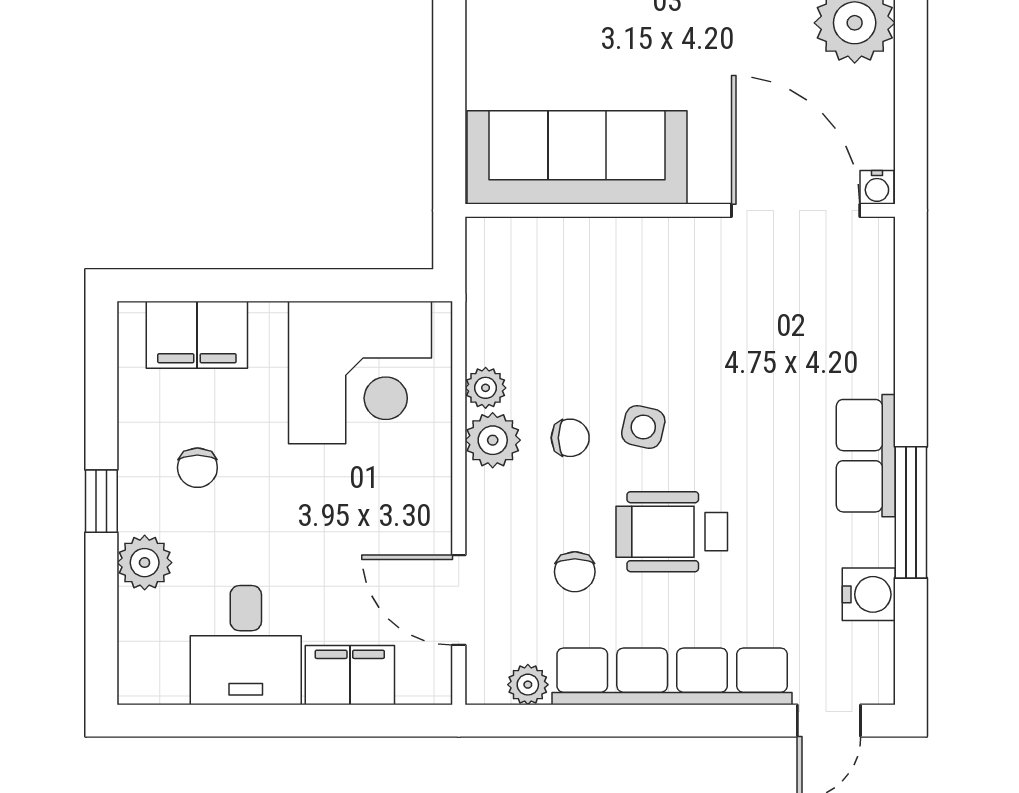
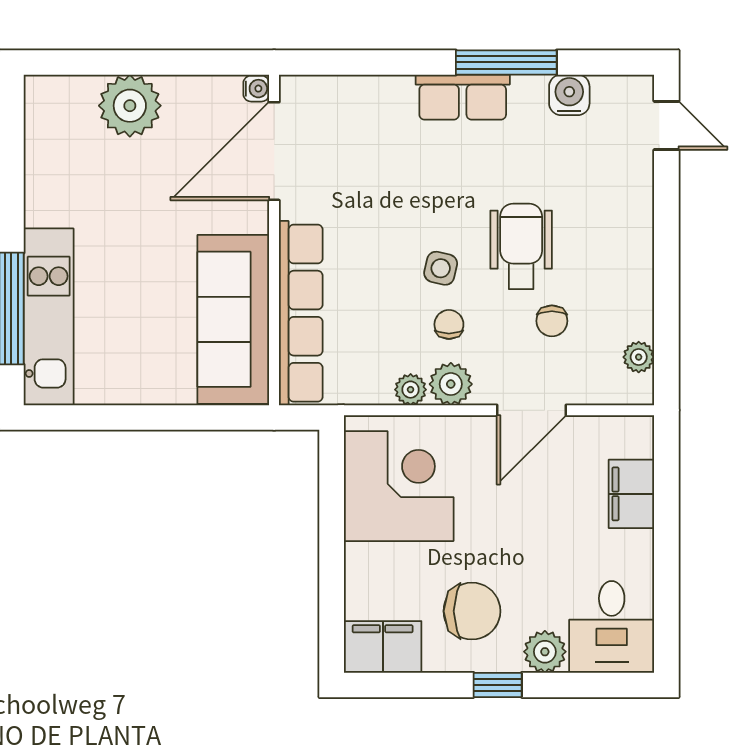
filing cabinet: (197, 335) -> (383, 647), moved, turned -90
chair: (197, 468) -> (472, 611), width x1.87, depth x1.87
wheelchair: (672, 532) -> (521, 246), turned 180
chair: (575, 572) -> (552, 321), turned 90
door: (459, 600) -> (531, 410), moved
desk: (246, 645) -> (612, 627), moved, turned 90
row of seats: (672, 676) -> (301, 313), moved, turned 180

